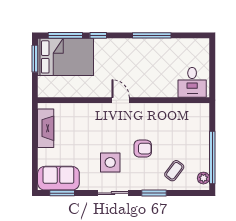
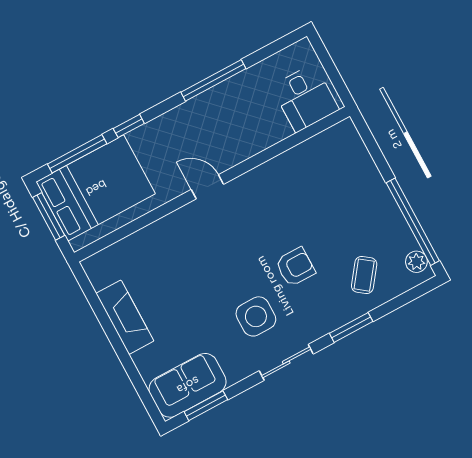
desk: (192, 82) -> (305, 98), moved
door: (121, 100) -> (207, 187), moved
wall: (124, 100) -> (212, 184), moved

